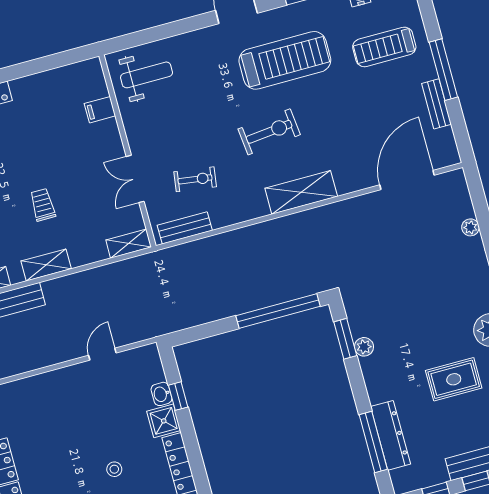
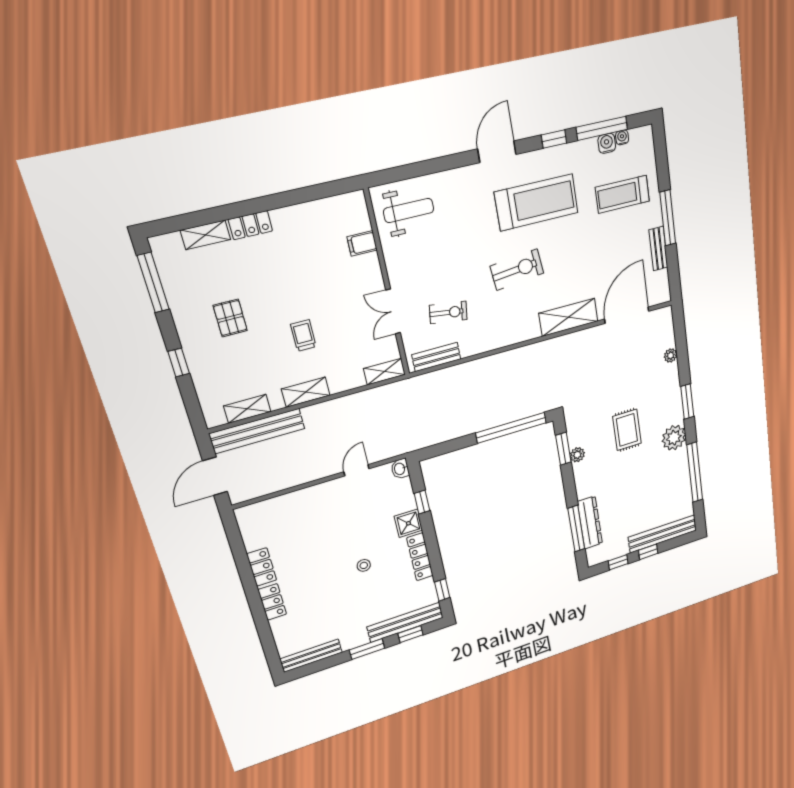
shelving: (301, 192) -> (569, 317), moved
rug: (454, 379) -> (627, 430), moved, turned 90
washbasin: (161, 394) -> (400, 469), moved

